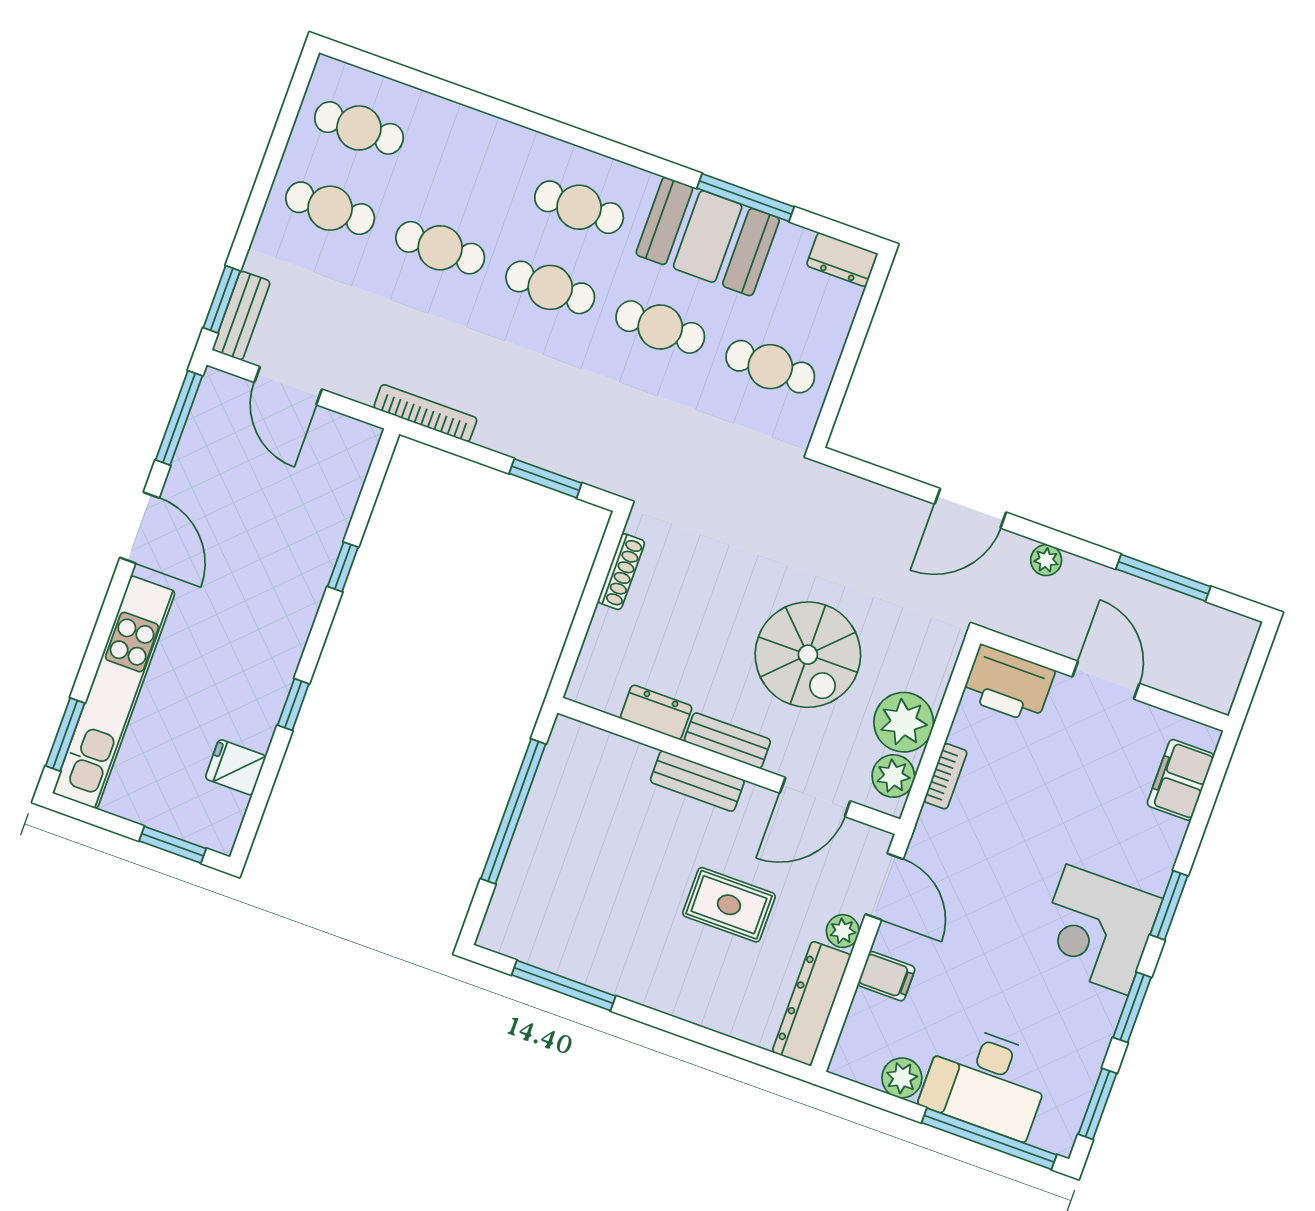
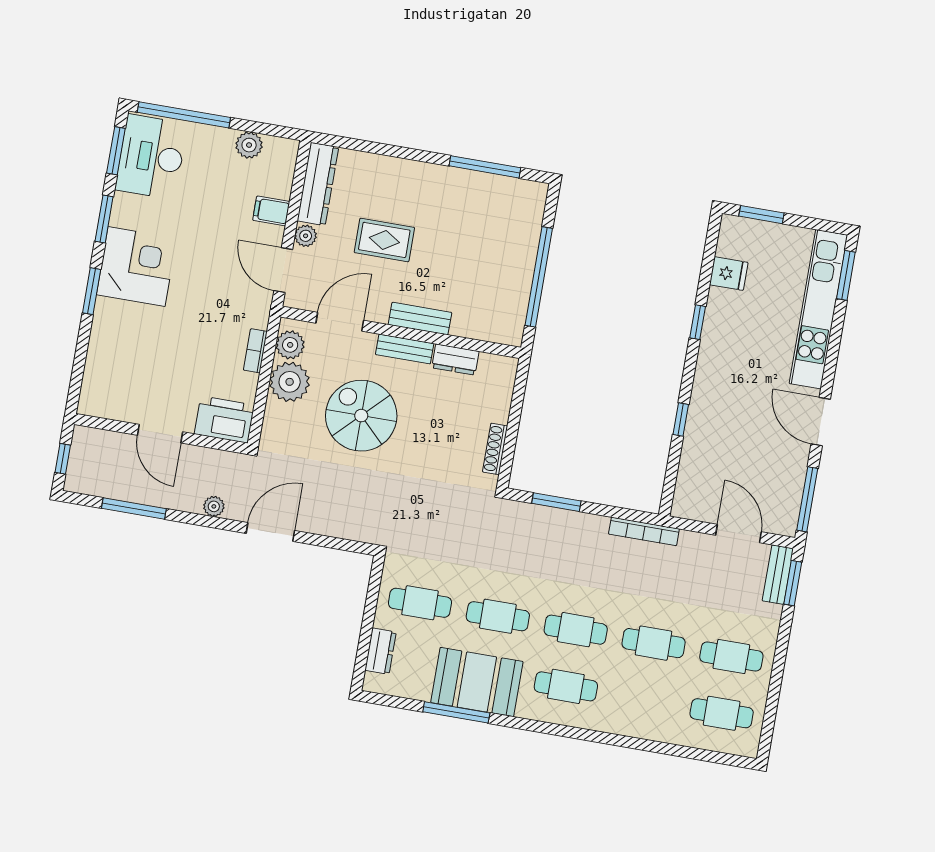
dresser: (842, 260) -> (381, 651), moved, turned 90
window: (1254, 668) -> (63, 459), added
filing cabinet: (1181, 780) -> (99, 376), removed
desk: (986, 1081) -> (151, 157), moved, turned -90

